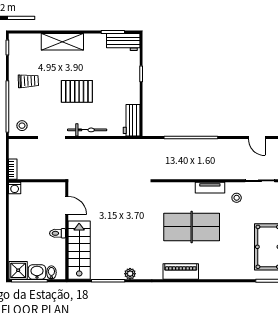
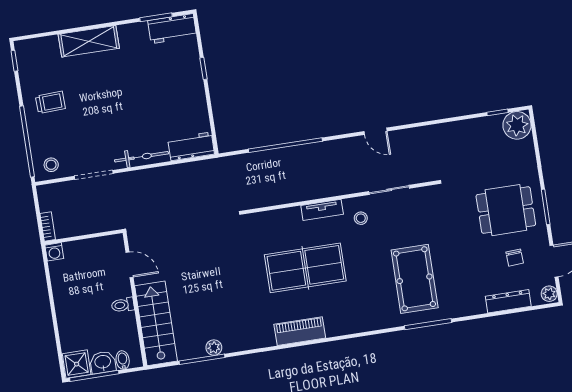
pallet: (77, 91) -> (119, 106), removed
workbench: (132, 120) -> (191, 146), moved, turned 90
plant: (130, 274) -> (214, 348), moved

